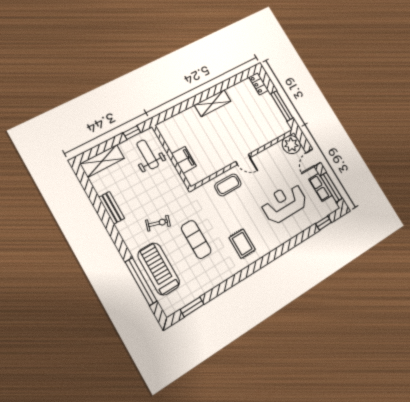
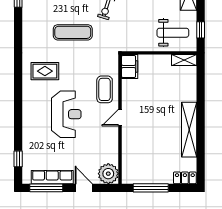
shelving: (213, 103) -> (189, 130), width x1.47
shelving: (165, 133) -> (184, 60), added
filing cabinet: (184, 160) -> (130, 67), moved, turned -90
row of seats: (321, 187) -> (52, 177), width x1.48
reception desk: (284, 203) -> (66, 114), moved

